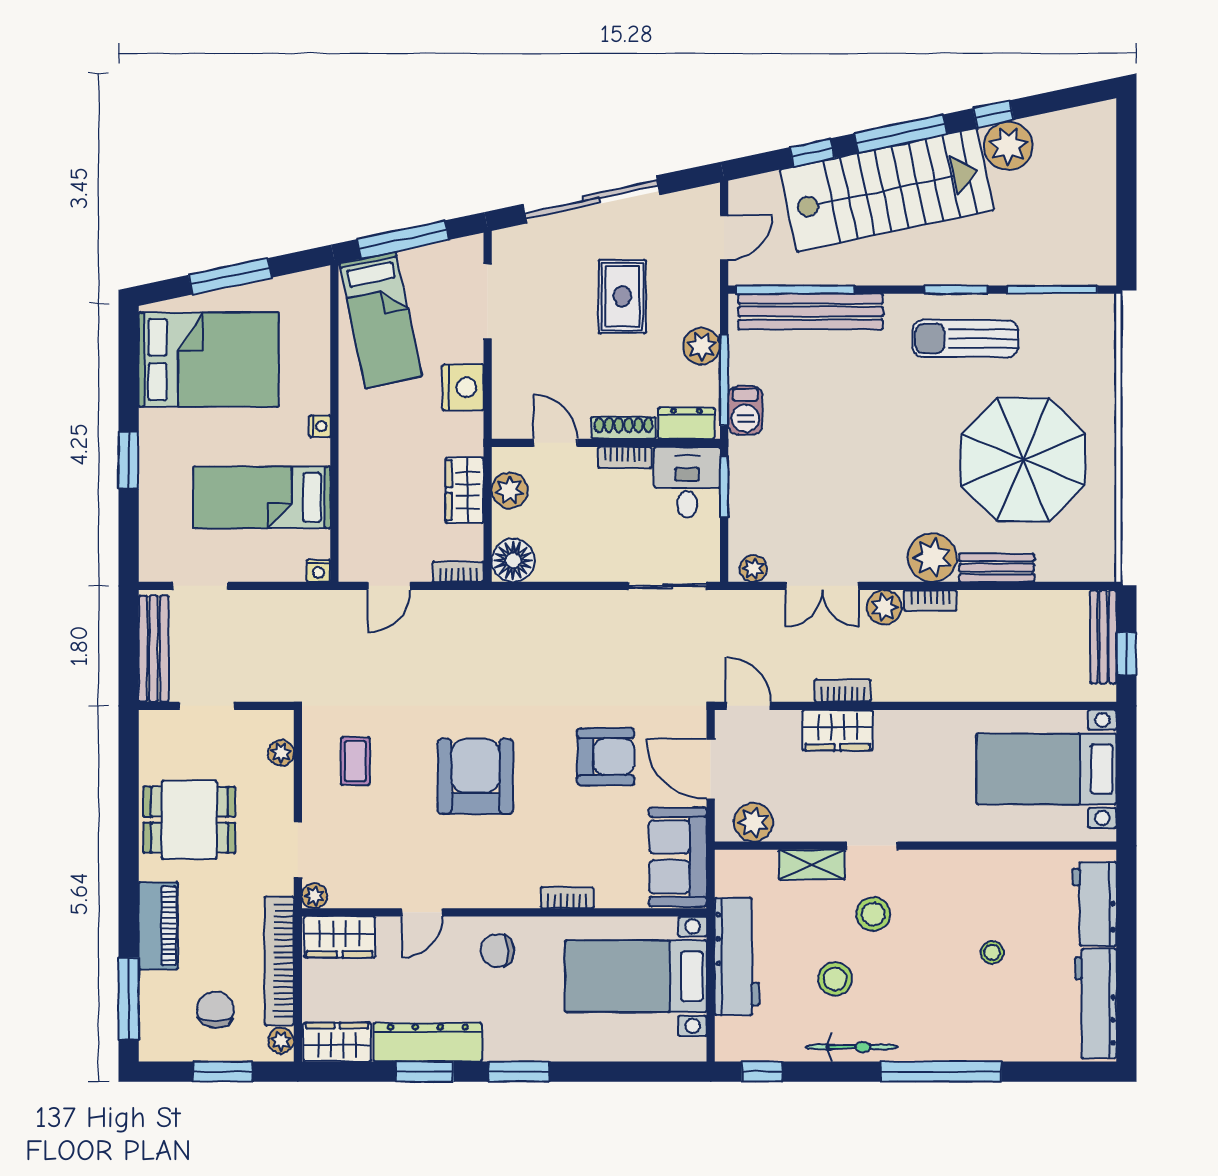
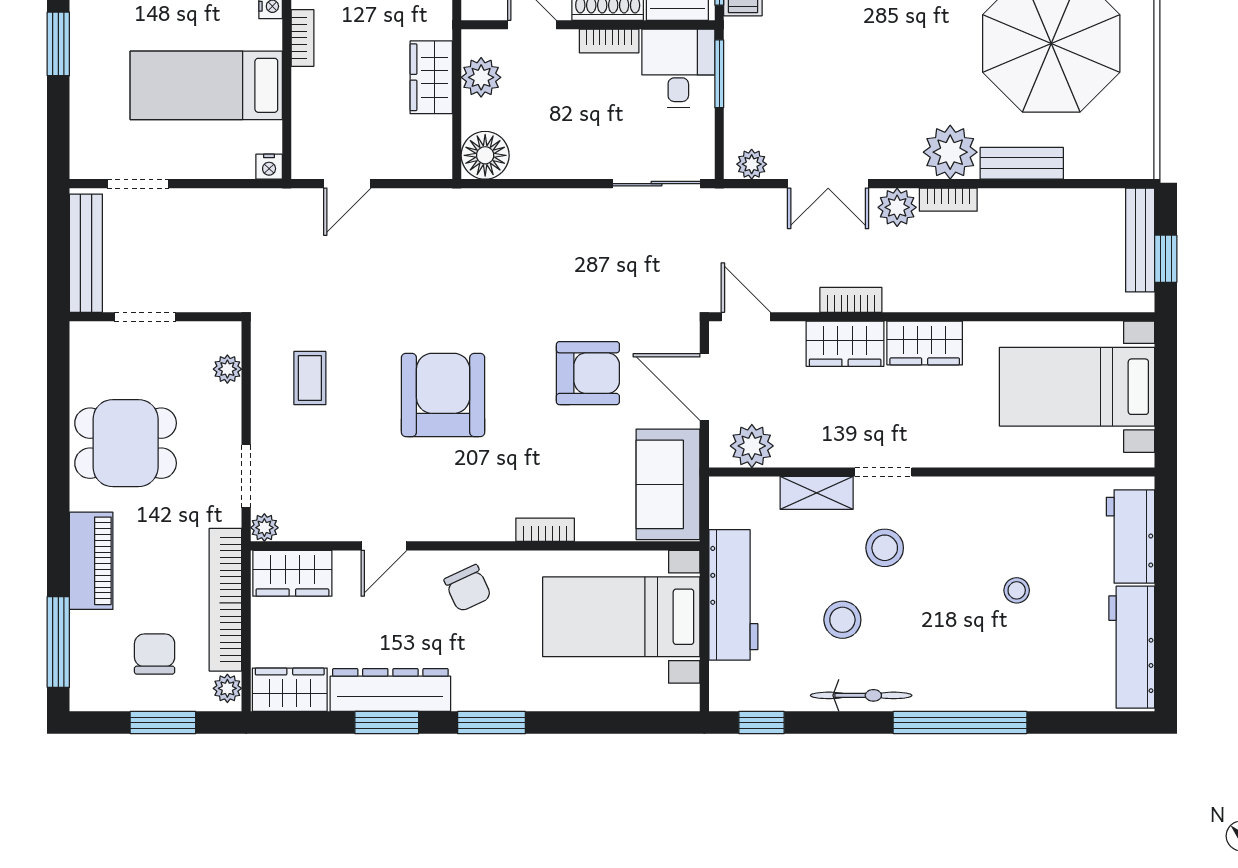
bookcase: (458, 572) -> (302, 38), moved, turned 90
wardrobe: (909, 730) -> (925, 343), added
chair: (498, 950) -> (468, 588), turned -115

